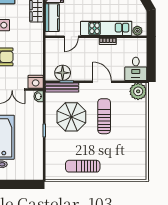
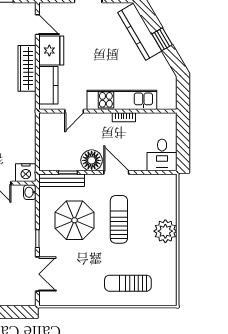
plant: (137, 31) -> (164, 103), removed
floor lamp: (63, 73) -> (92, 160), moved
plant: (138, 91) -> (165, 231), moved
double door: (44, 156) -> (37, 274), added
sun lounger: (83, 166) -> (128, 283), moved

